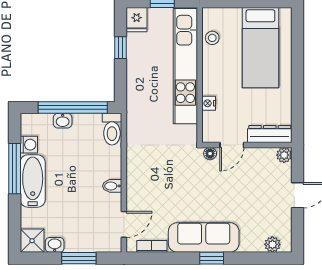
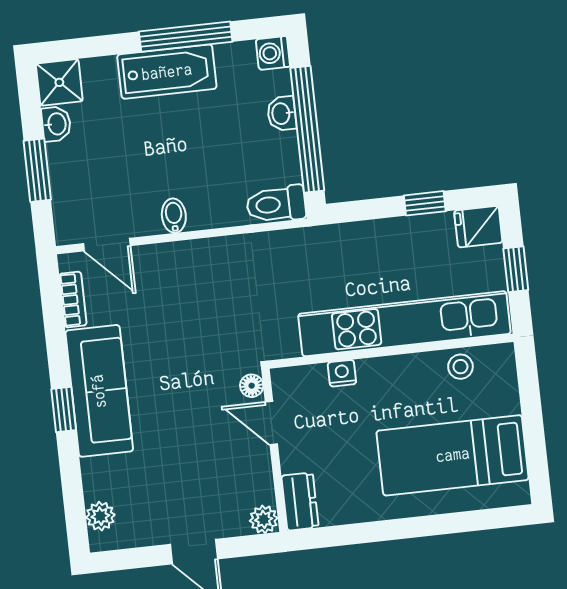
dresser: (270, 134) -> (300, 502), width x0.70
washing machine: (29, 145) -> (273, 53), moved, turned 90

